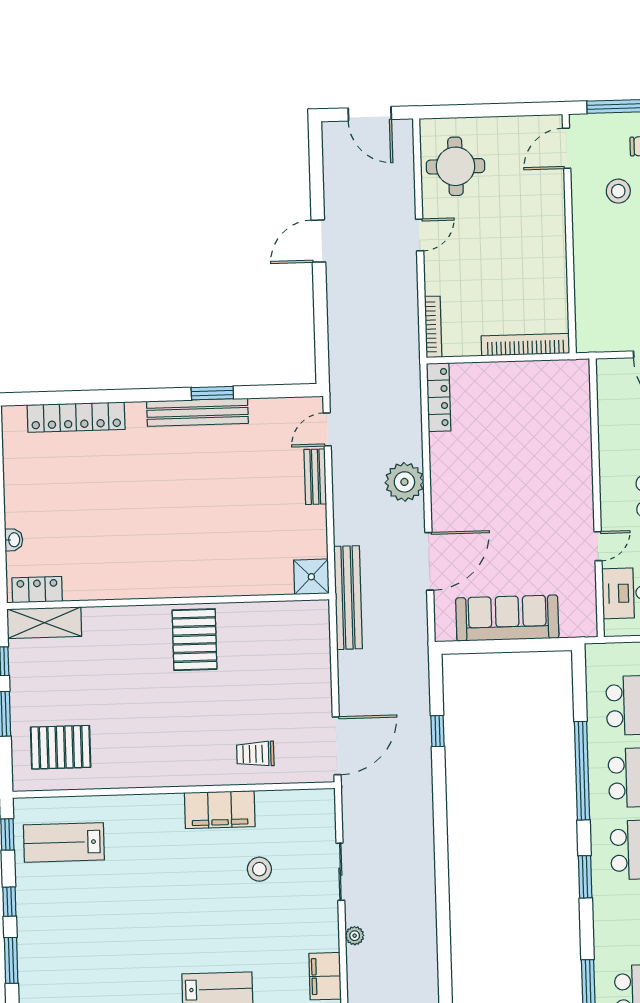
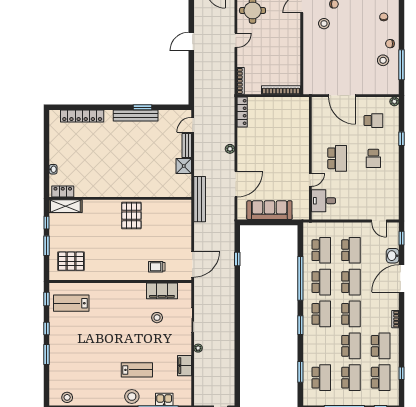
plant: (404, 482) -> (230, 149), width x0.53, depth x0.53
shower: (311, 577) -> (184, 166), moved
filing cabinet: (220, 810) -> (162, 291), moved

